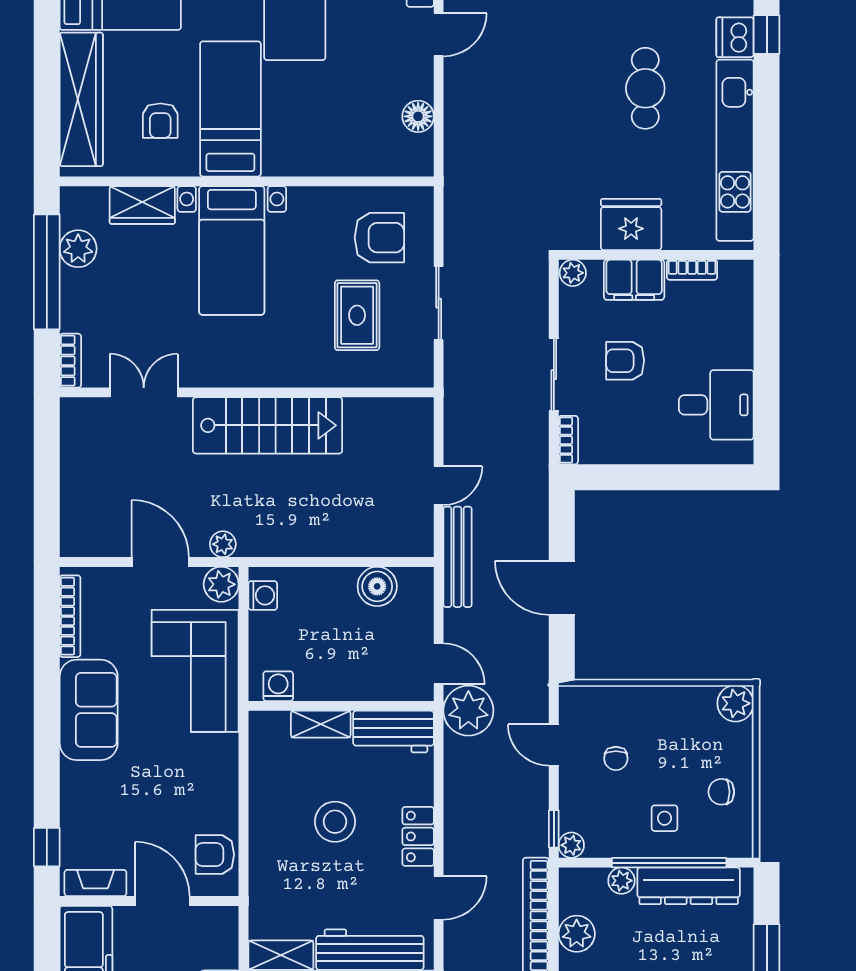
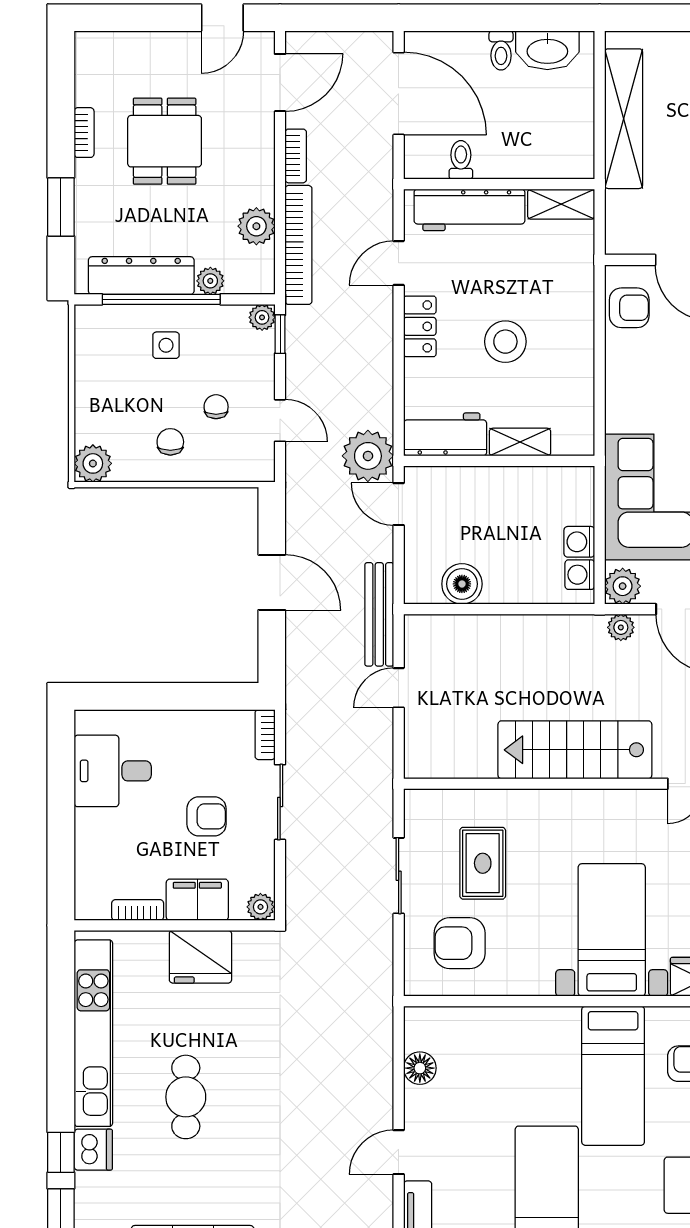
washing machine: (278, 686) -> (579, 542), moved, turned 90
chair: (721, 792) -> (170, 442), moved, turned -90

